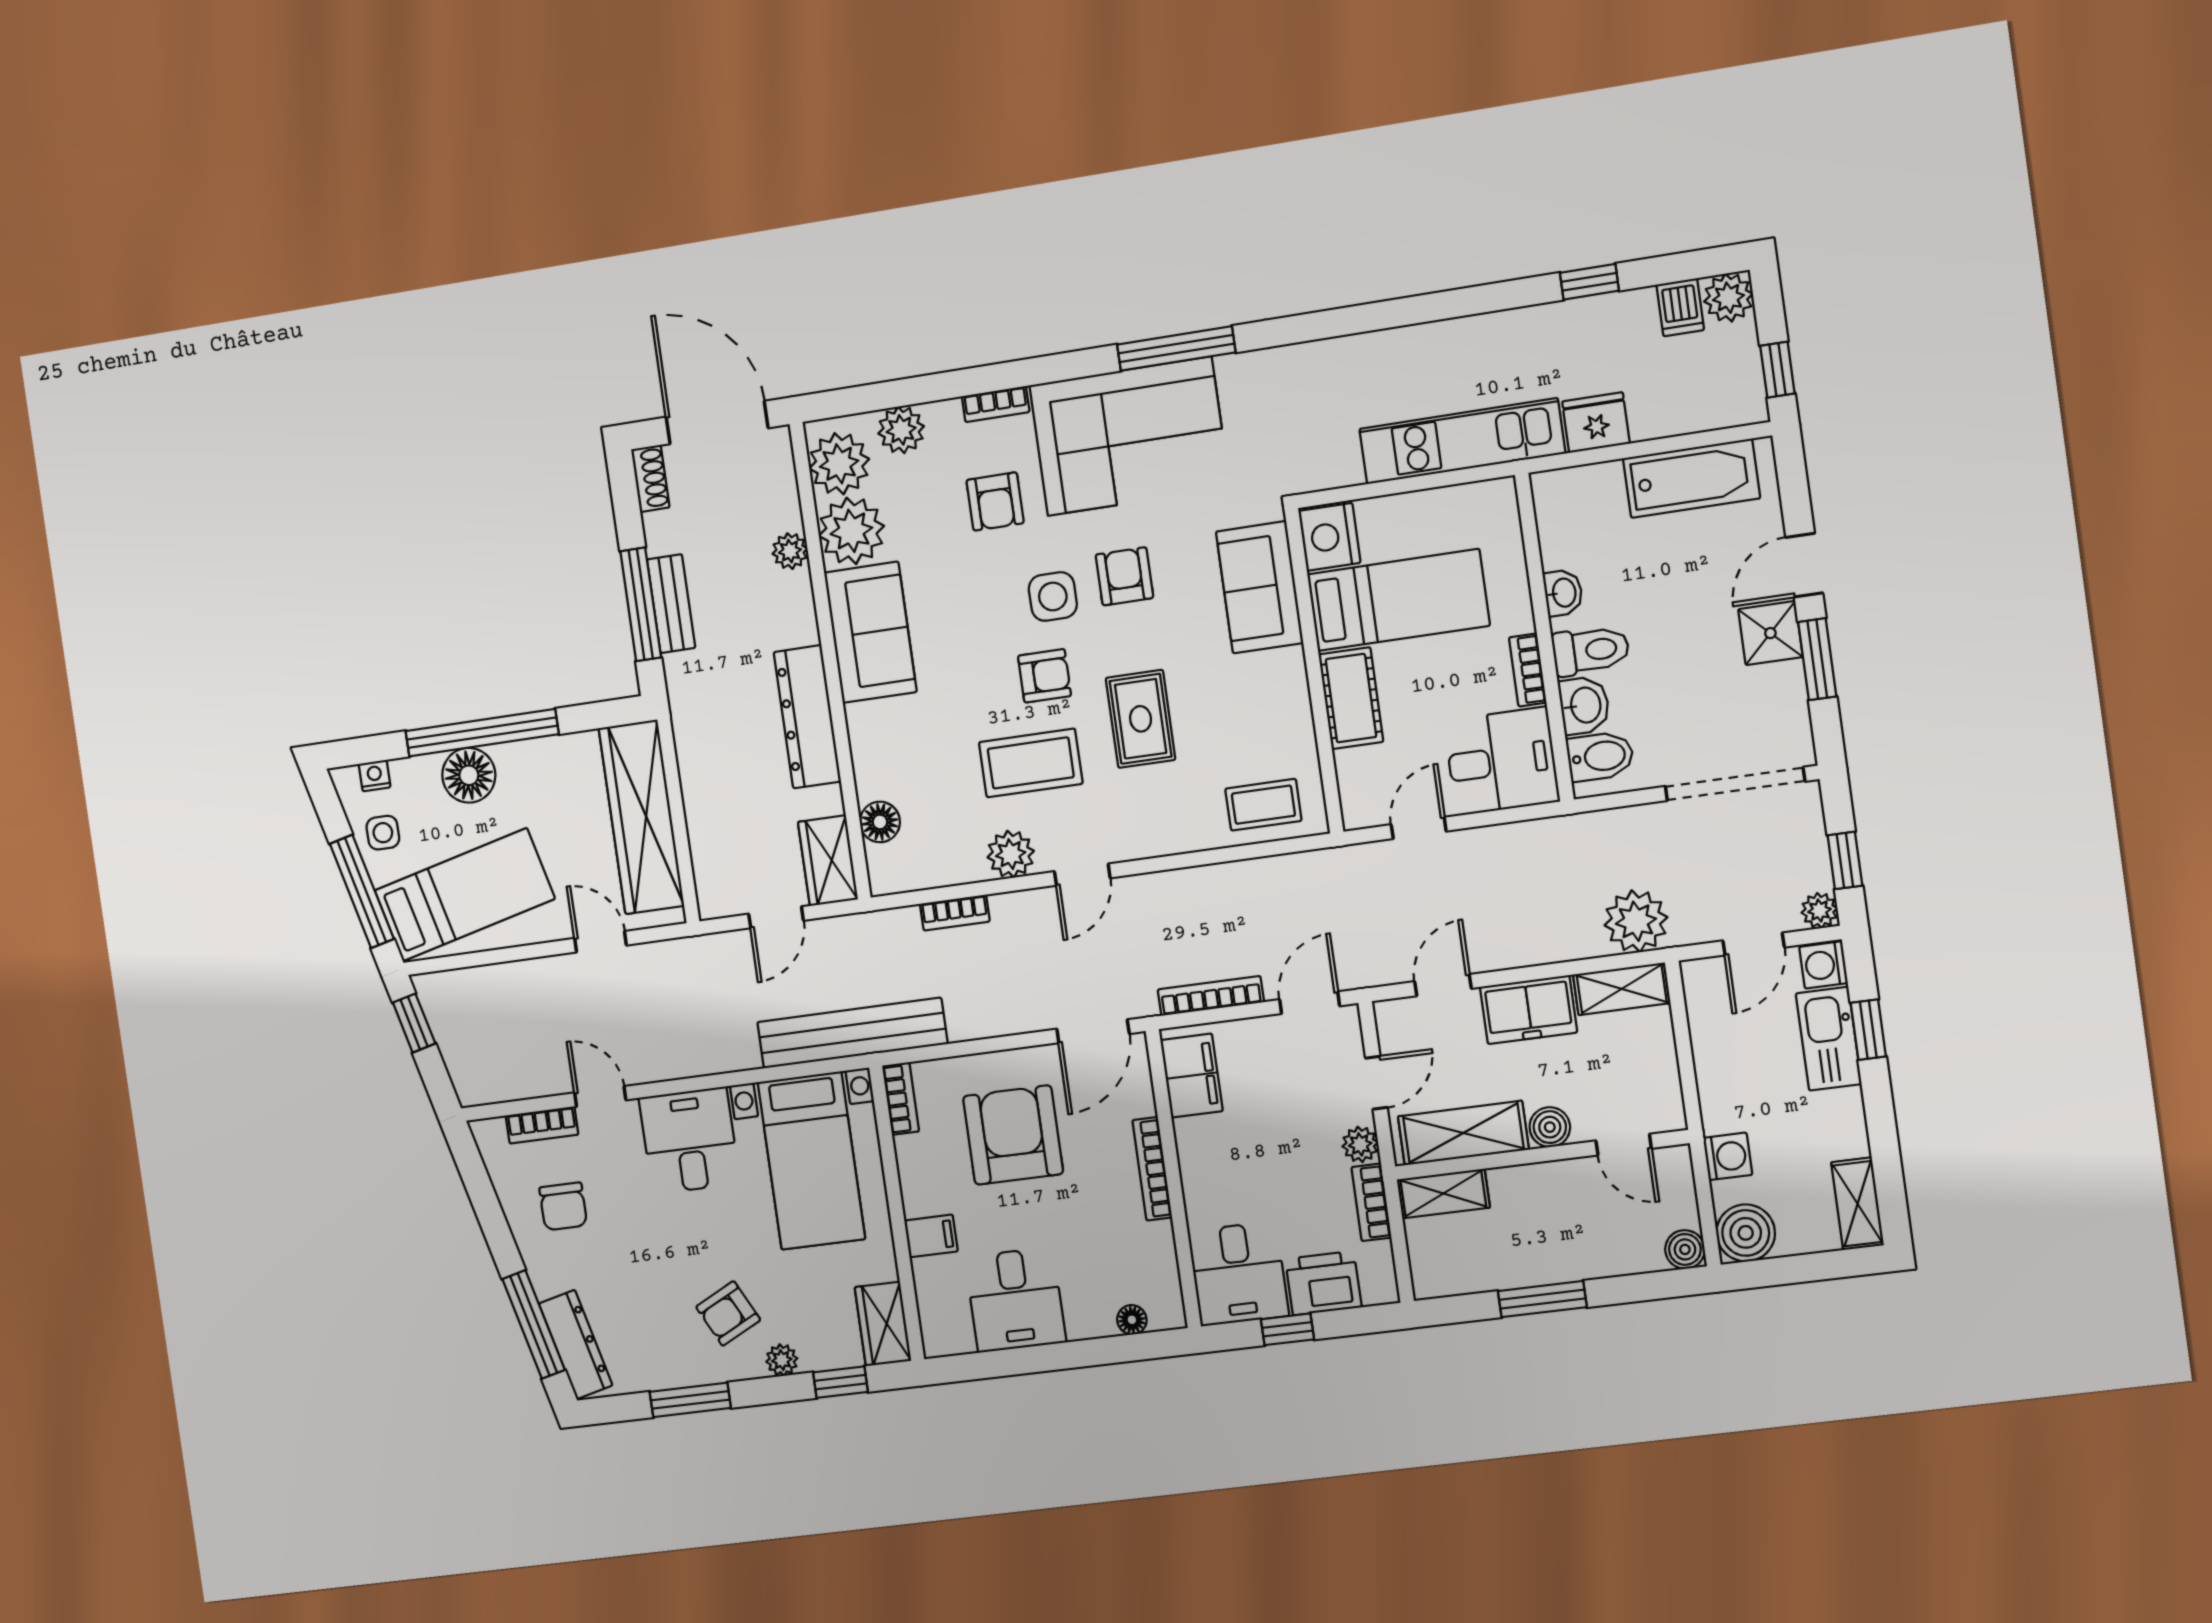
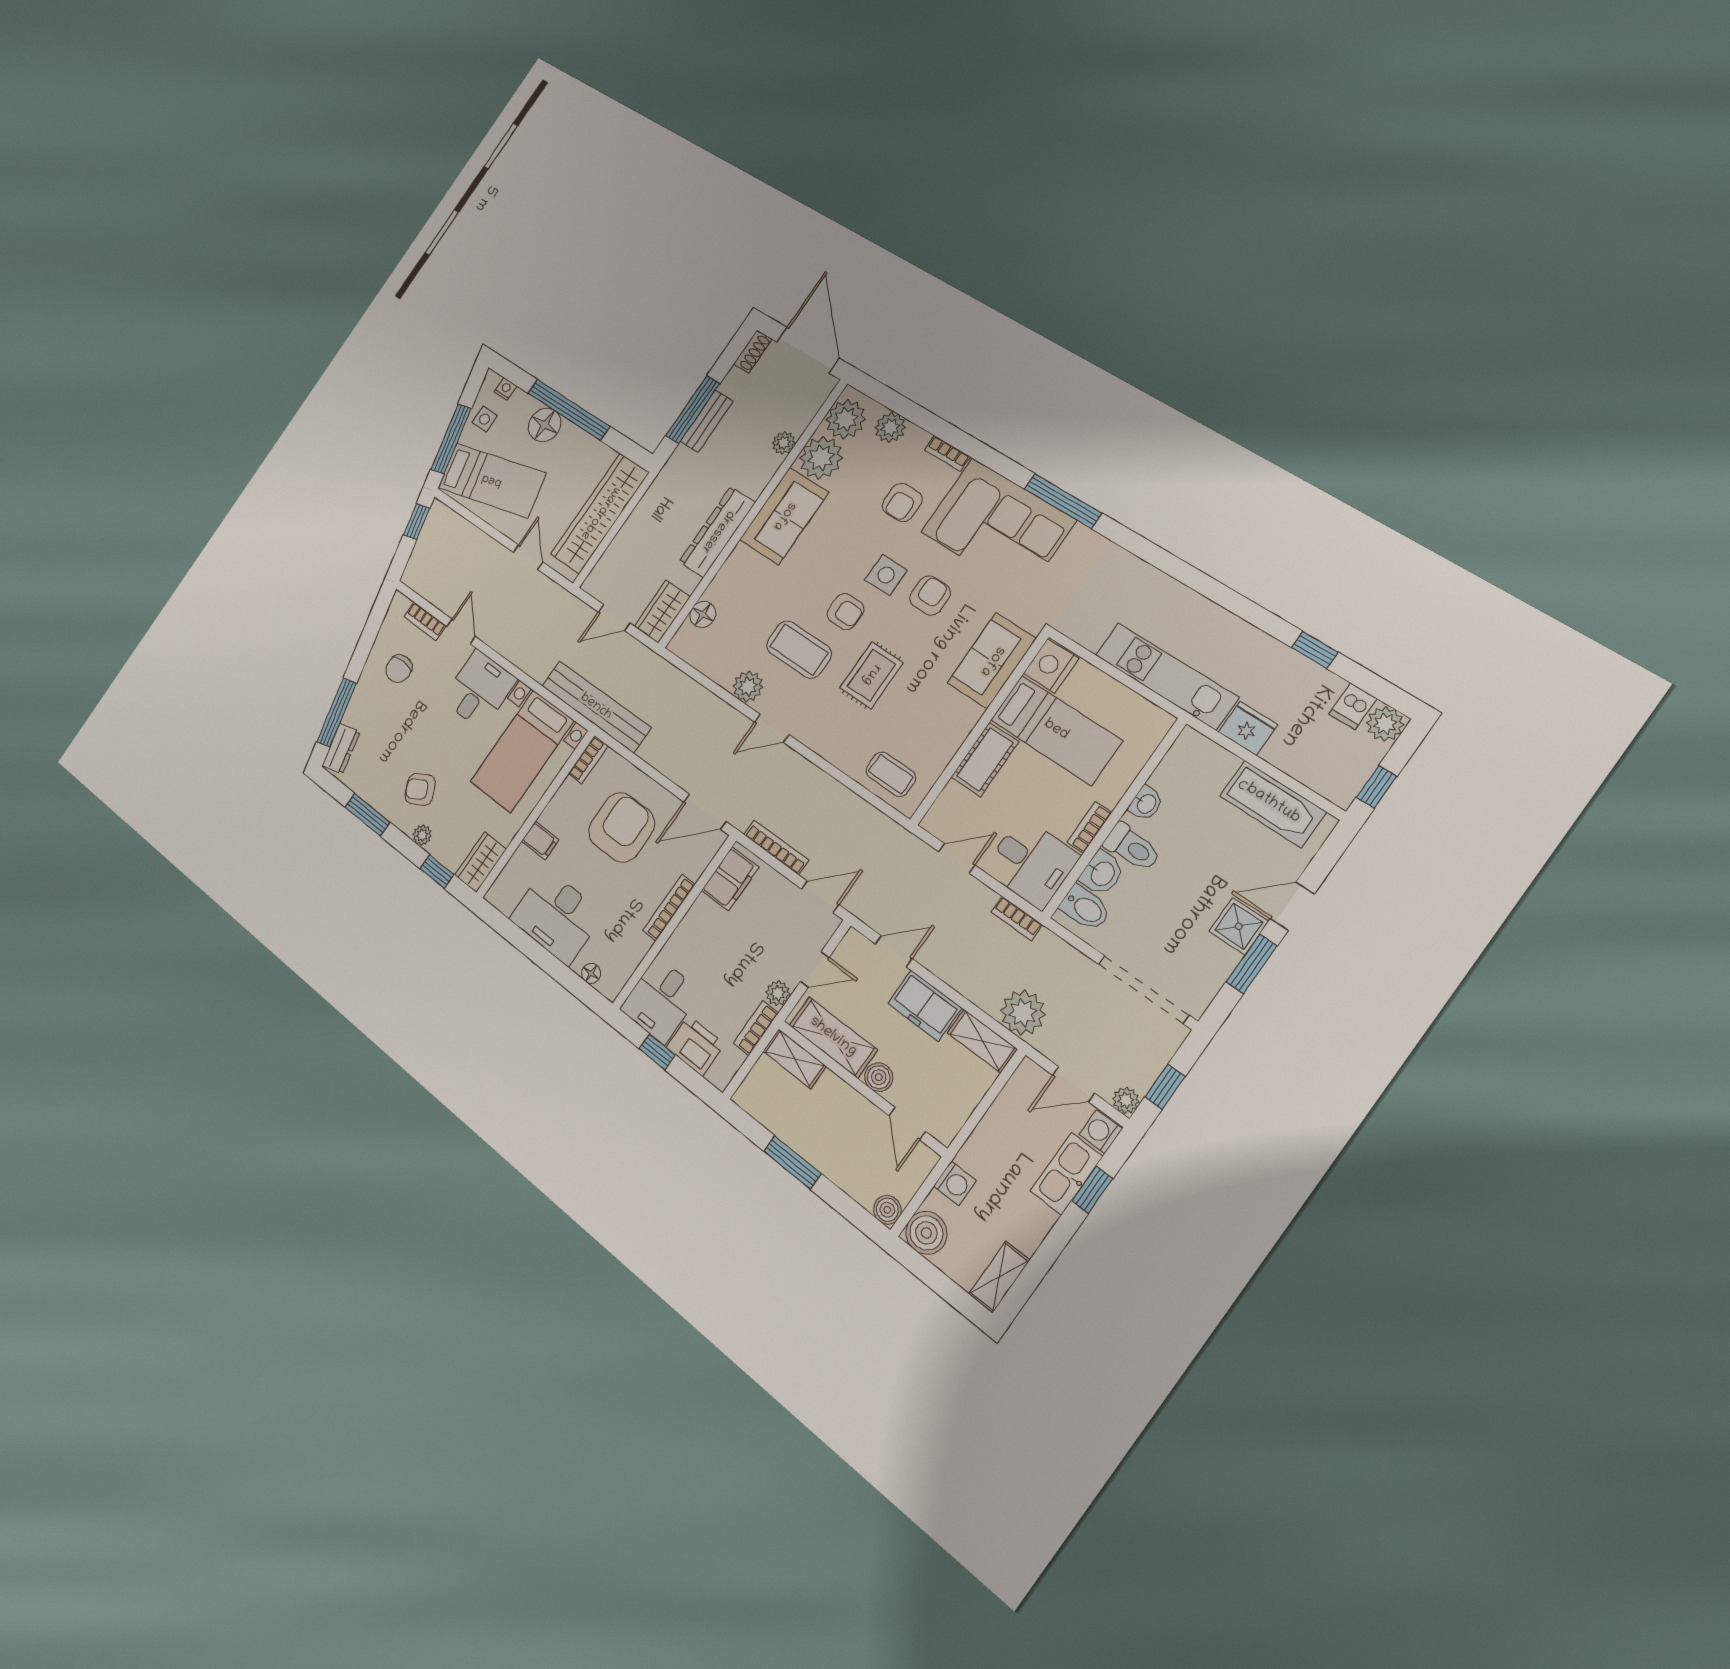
bookcase: (955, 913) -> (1017, 918), moved
desk: (1015, 1300) -> (557, 916), width x1.37
dresser: (576, 1344) -> (341, 749), width x0.70

